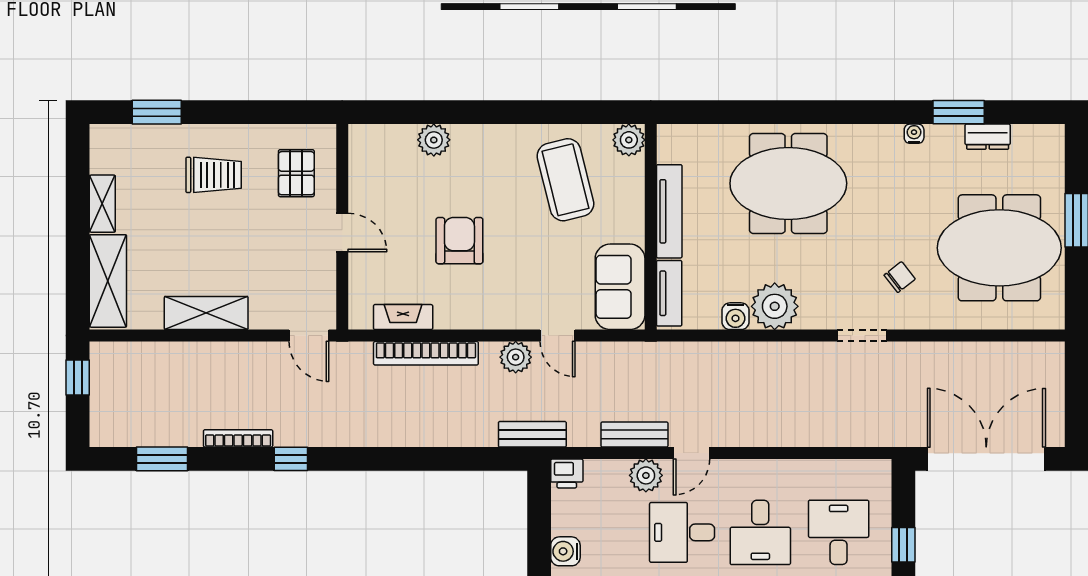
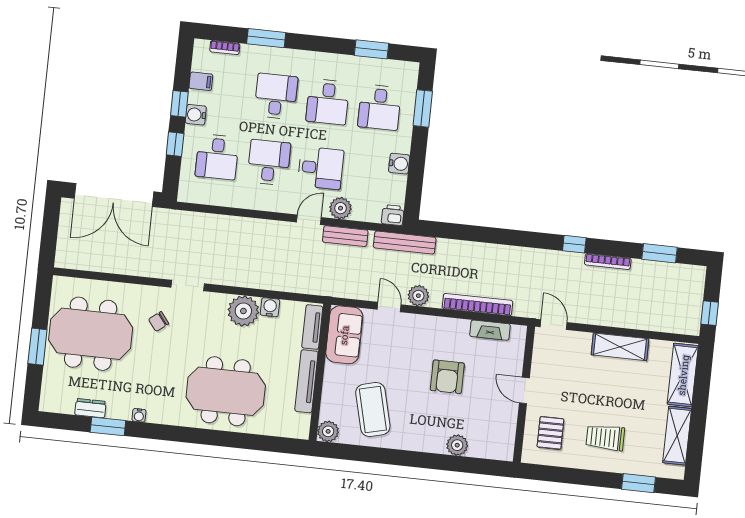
shelving: (102, 204) -> (677, 436), width x1.50, depth x1.33
bench: (532, 434) -> (405, 243), width x1.36

